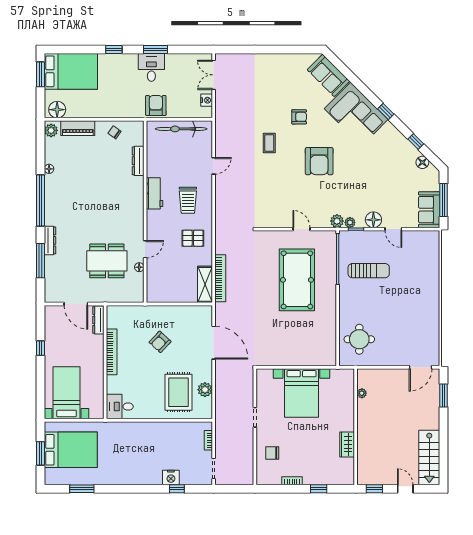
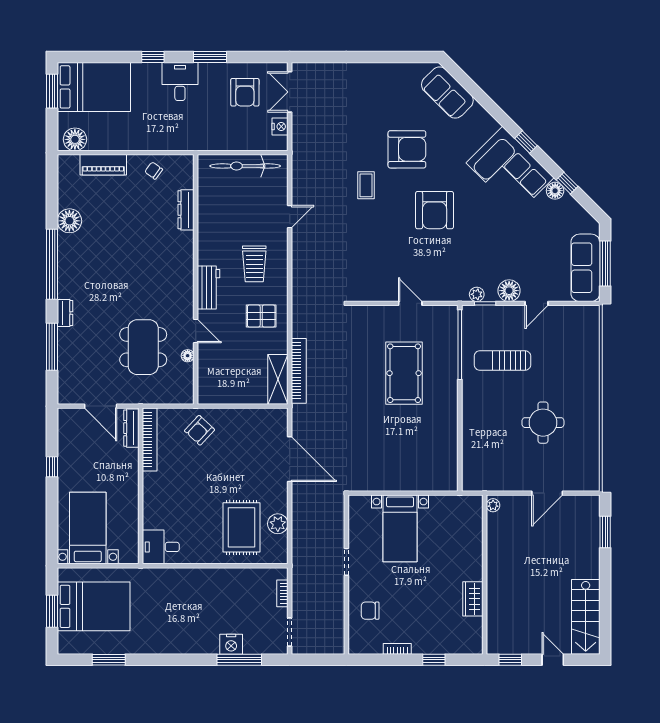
desk: (151, 67) -> (180, 82), moved
armchair: (156, 106) -> (245, 92), moved, turned 180
corner sofa: (356, 114) -> (510, 170), moved
armchair: (299, 117) -> (407, 149), width x1.88, depth x1.88
plant: (51, 130) -> (67, 168), removed
floor lamp: (422, 162) -> (555, 191), moved
floor lamp: (49, 169) -> (69, 221), width x1.89, depth x1.89
workbench: (155, 193) -> (209, 287), moved
sofa: (429, 210) -> (585, 268), width x1.36
plant: (337, 221) -> (459, 292), removed
door: (393, 229) -> (536, 303), hinge flipped
dresser: (50, 240) -> (65, 313), width x0.70
door: (145, 249) -> (196, 331), hinge flipped
dining table: (107, 261) -> (143, 347), turned 90
sun lounger: (369, 271) -> (502, 361), turned 180
pool table: (297, 280) -> (404, 373), width x0.73, depth x0.76
round table: (359, 339) -> (543, 423), moved
armchair: (160, 342) -> (199, 430), moved
bookcase: (112, 352) -> (150, 440), moved
door: (421, 367) -> (547, 493), moved
bed with nightstands: (301, 393) -> (400, 528), width x0.73
plant: (362, 393) -> (493, 505), moved
window: (177, 489) -> (239, 660), width x2.17

